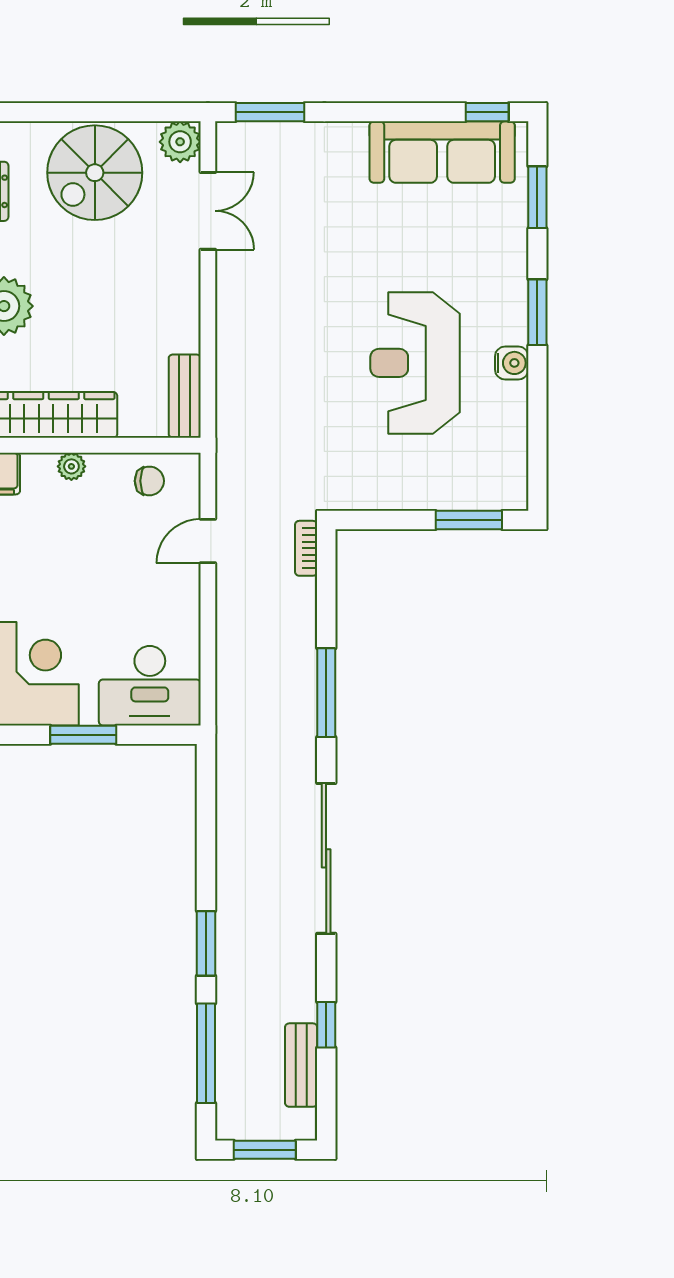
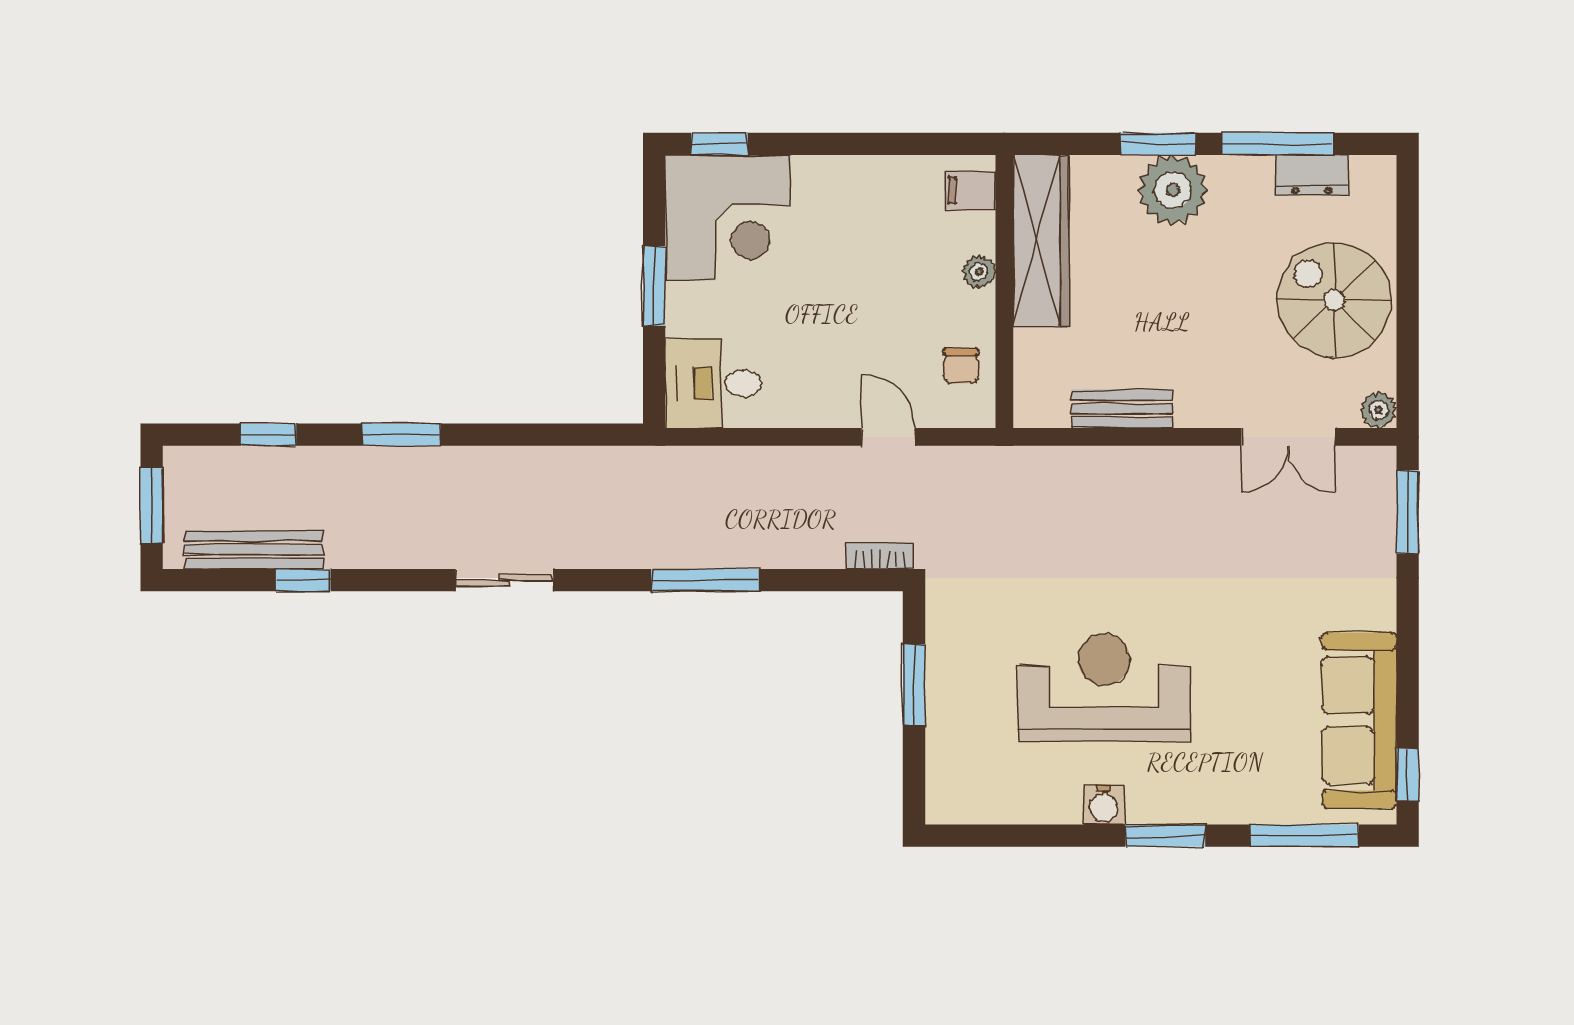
plant: (180, 142) -> (1378, 410), width x0.73, depth x0.73
window: (537, 197) -> (1304, 836), width x1.44
bench: (185, 396) -> (1122, 409), moved
window: (469, 520) -> (914, 685), moved
desk: (150, 686) -> (713, 383), width x0.73
sliding door: (326, 858) -> (504, 580), width x0.54
window: (206, 1053) -> (268, 435), width x0.46
bench: (301, 1065) -> (254, 550), width x1.36

